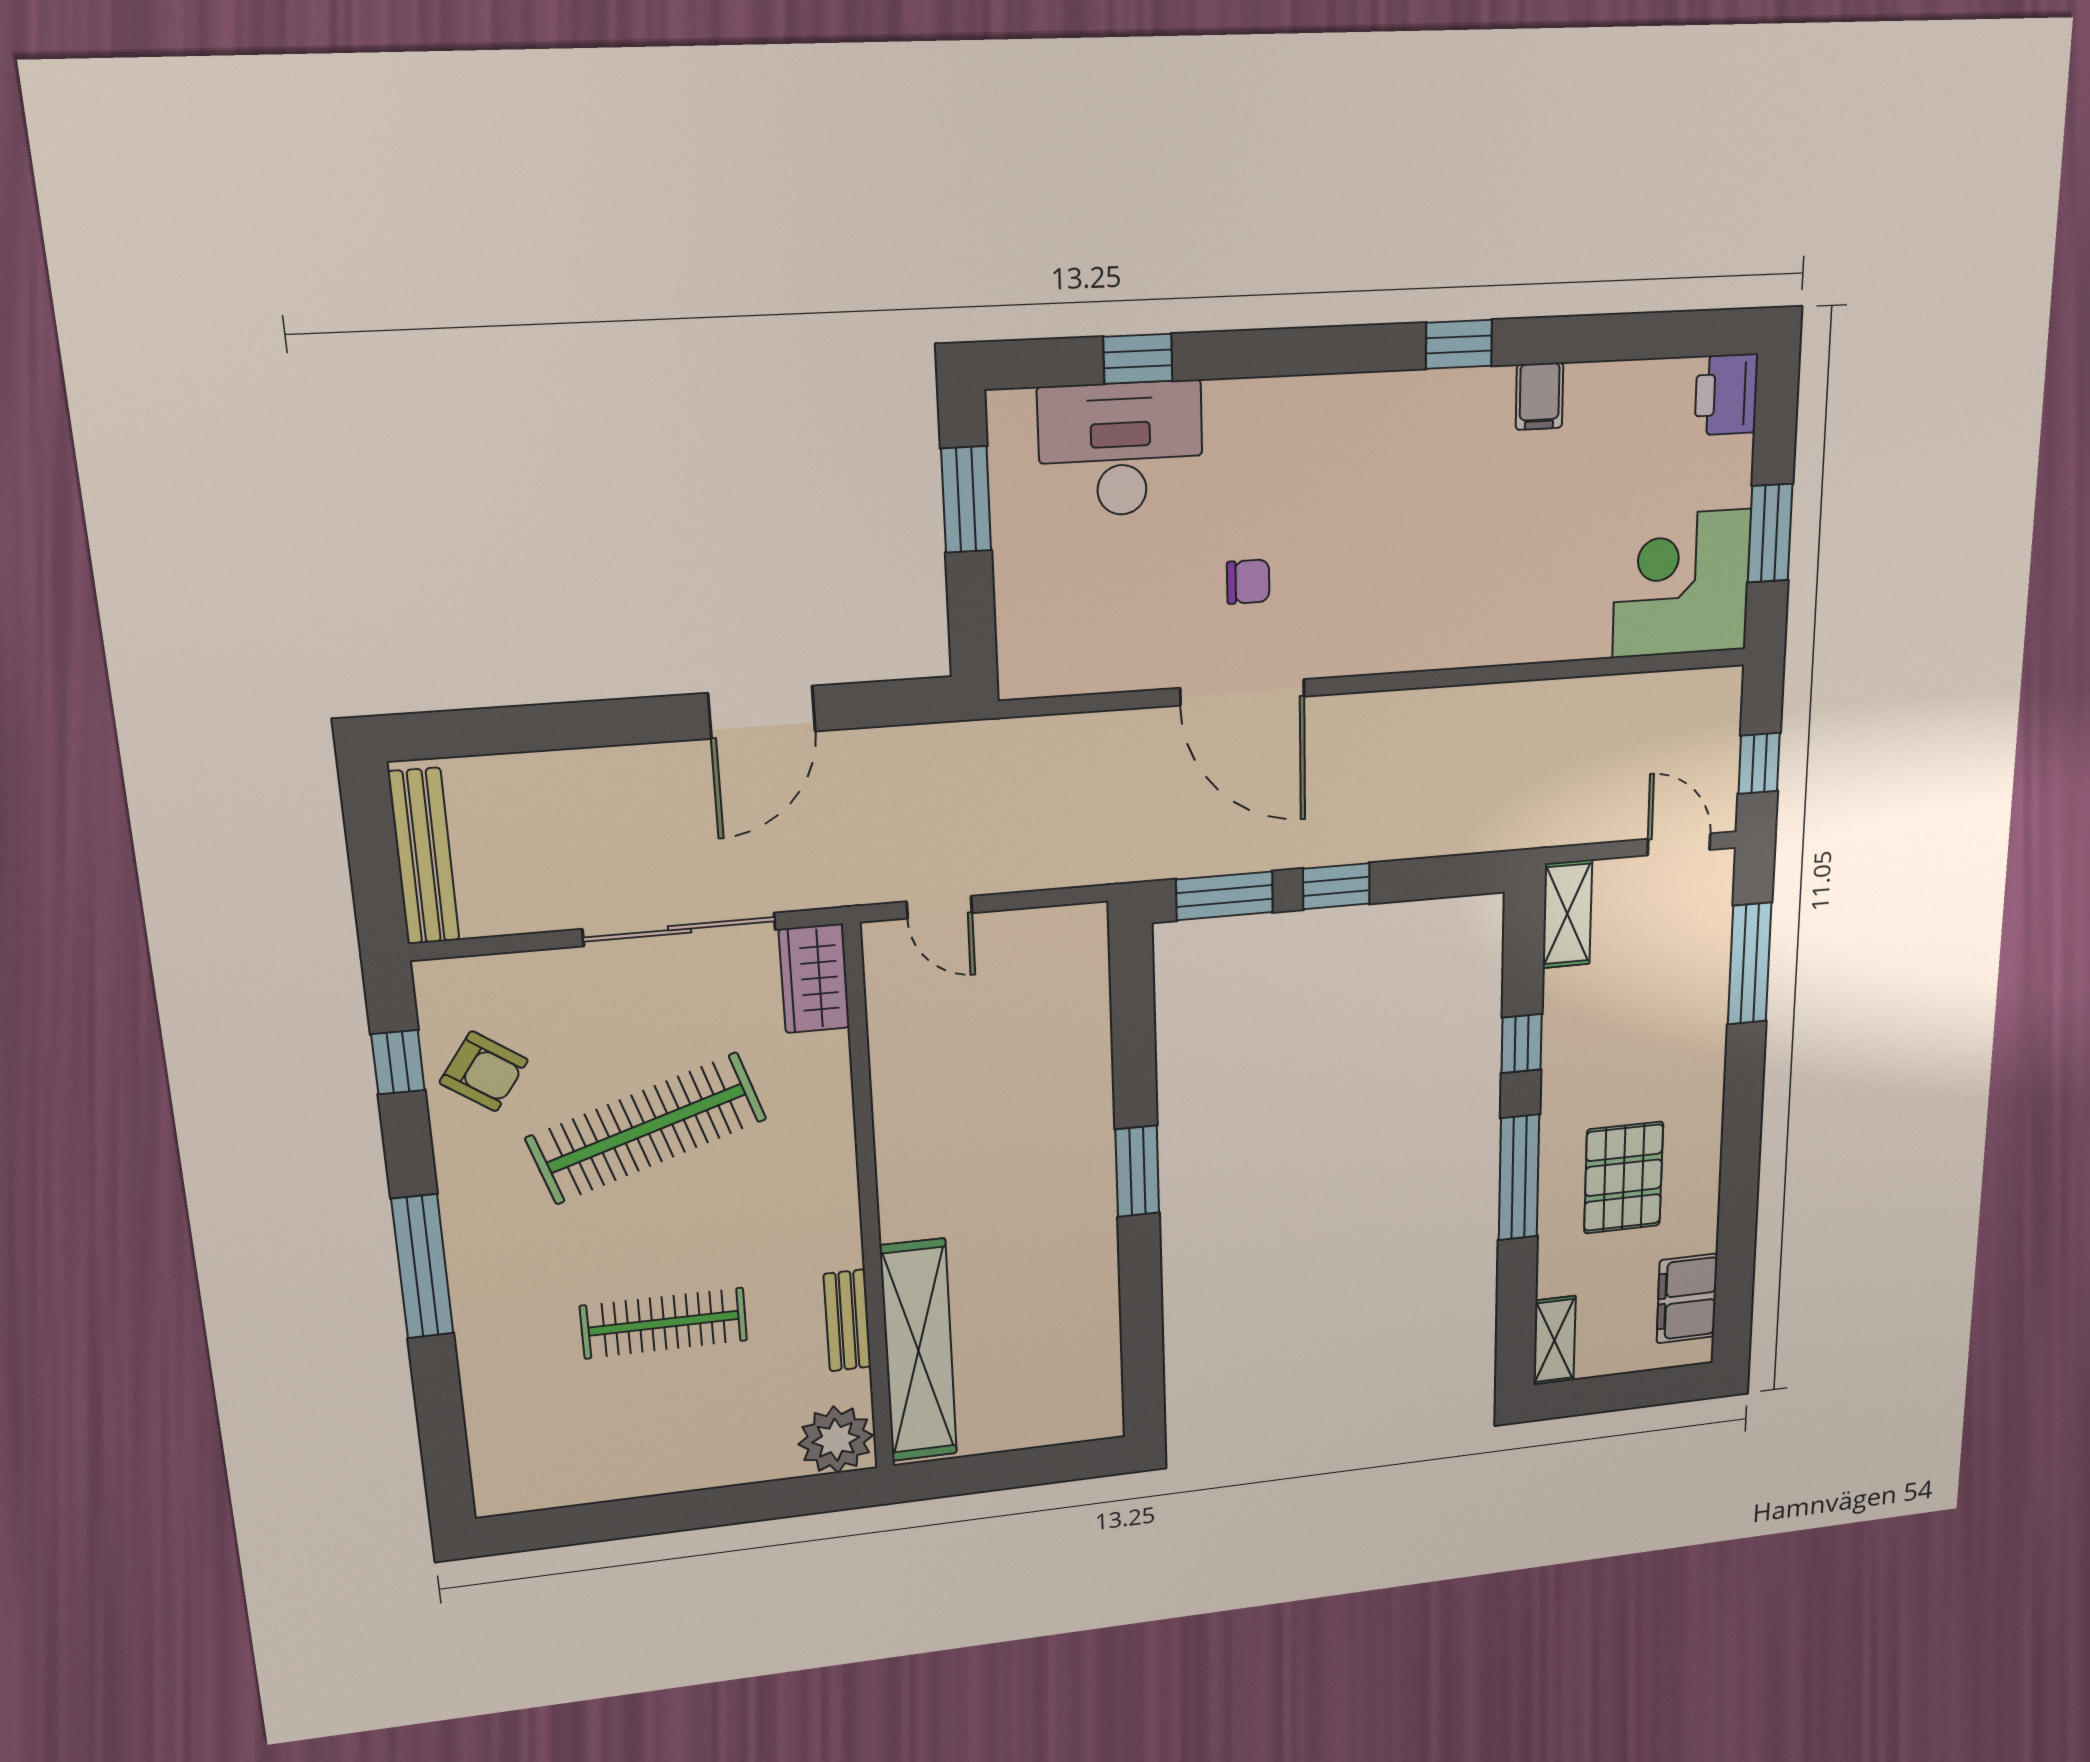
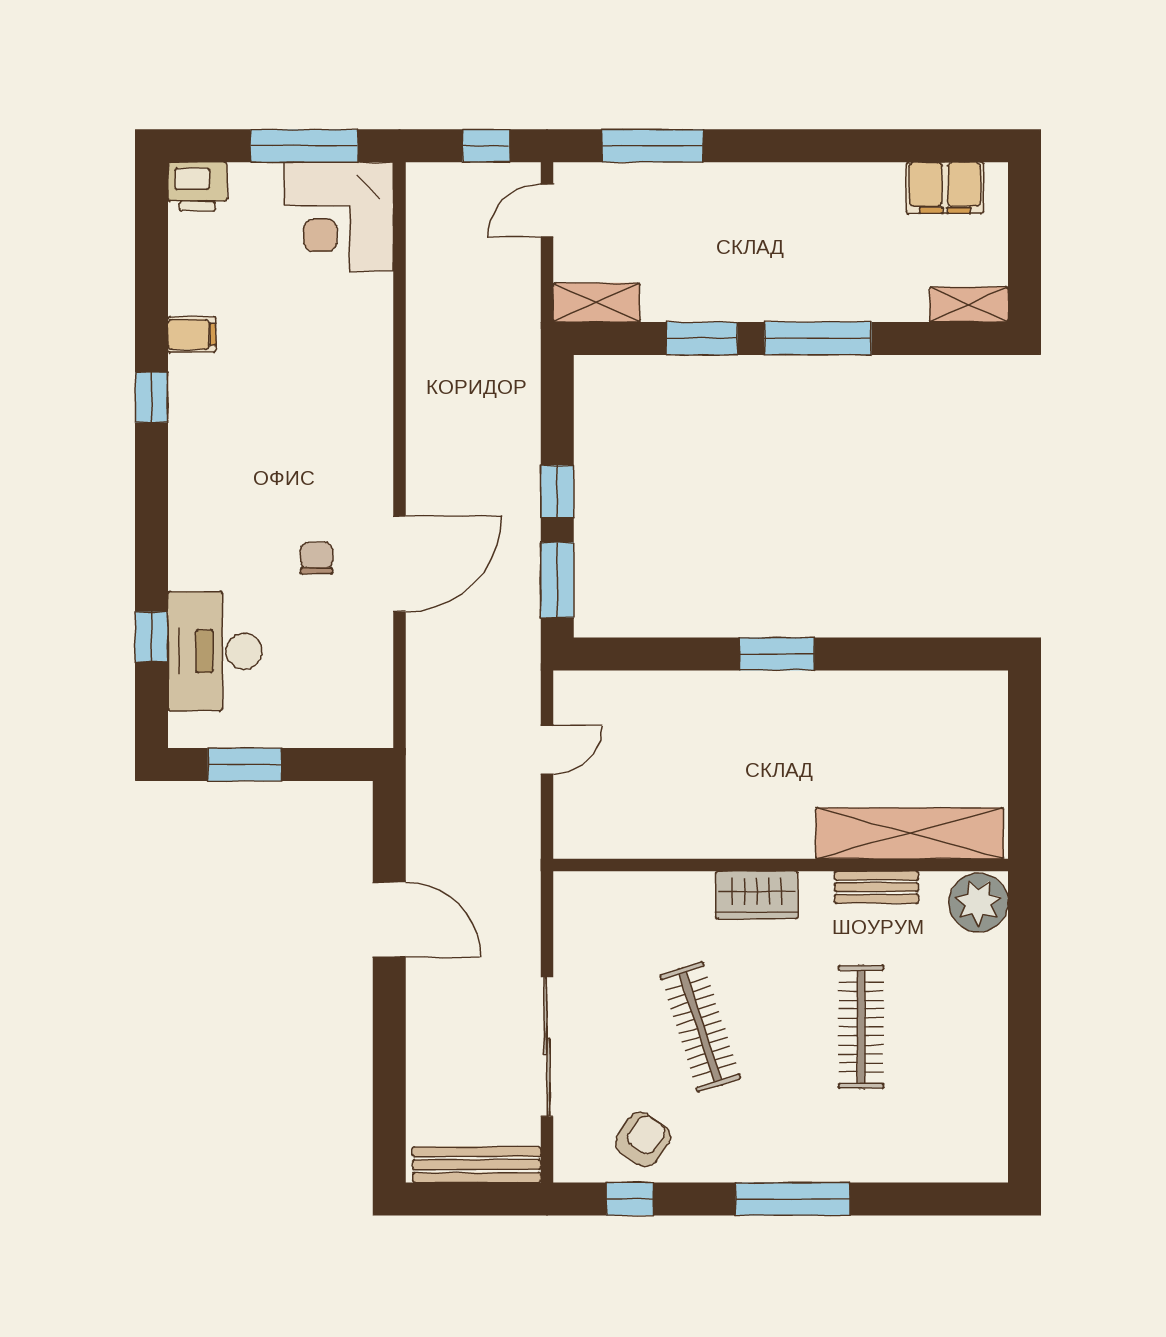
window: (1770, 533) -> (304, 146), width x1.44
door: (939, 907) -> (547, 749), moved
sliding door: (680, 929) -> (547, 1047), moved
wardrobe: (814, 979) -> (757, 895), moved
window: (1522, 1044) -> (702, 338), width x1.50
clothes rail: (646, 1128) -> (700, 1027), width x0.73, depth x0.76
pallet: (1624, 1178) -> (828, 248), removed

